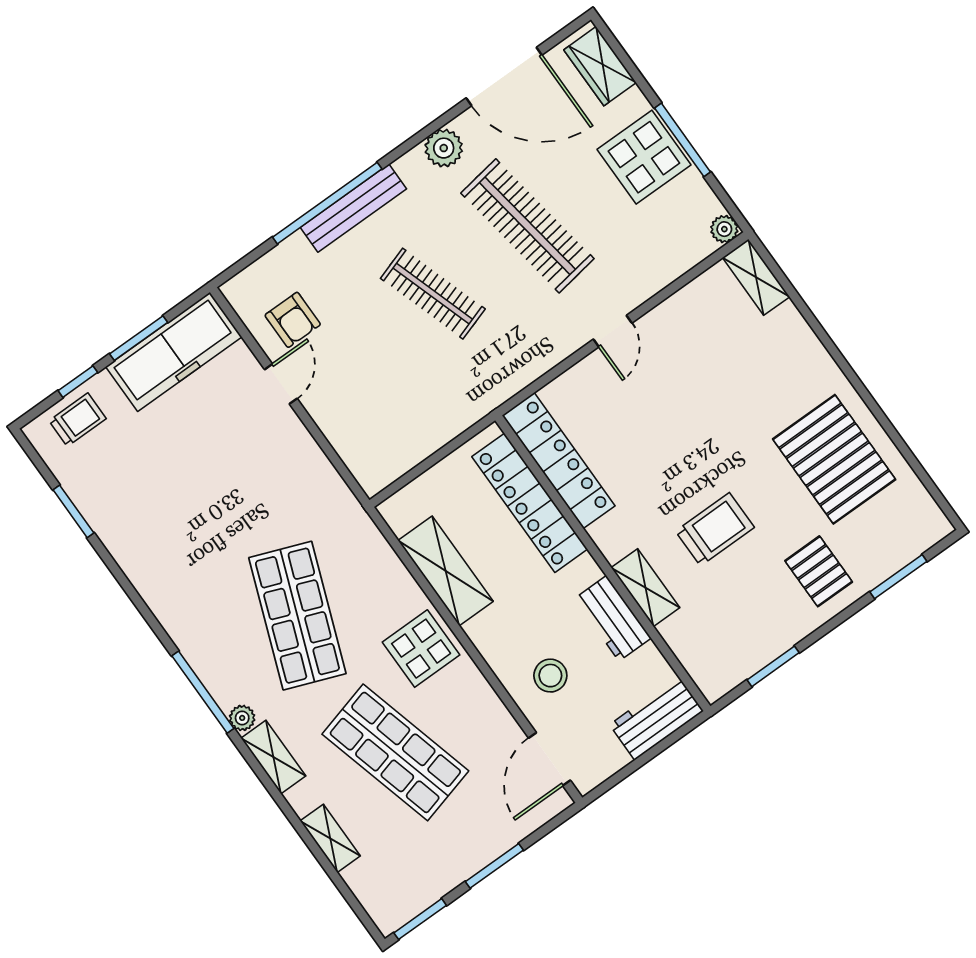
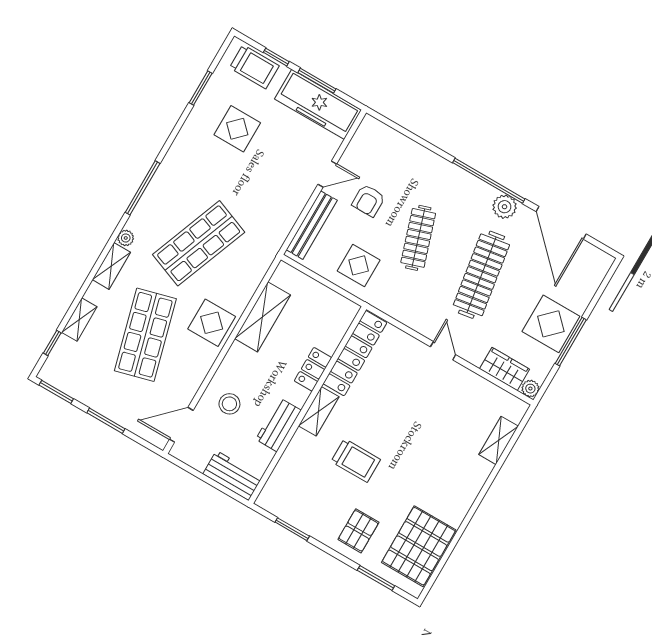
wardrobe: (600, 66) -> (505, 369), moved, turned 90
window: (327, 203) -> (489, 181), moved
bench: (353, 208) -> (312, 225), moved, turned 90
shelving: (756, 277) -> (499, 440), moved
armchair: (293, 320) -> (368, 201), moved
door: (613, 331) -> (443, 351), swing flipped
display table: (434, 398) -> (359, 265), added
trolley: (78, 420) -> (254, 67), width x1.36, depth x1.39
pallet: (834, 459) -> (419, 546), moved
display table: (156, 485) -> (237, 129), added
locker: (530, 503) -> (313, 369), width x0.46, depth x0.83
shelving: (645, 588) -> (319, 411), moved
window: (203, 692) -> (143, 188), moved
window: (347, 893) -> (52, 343), added

